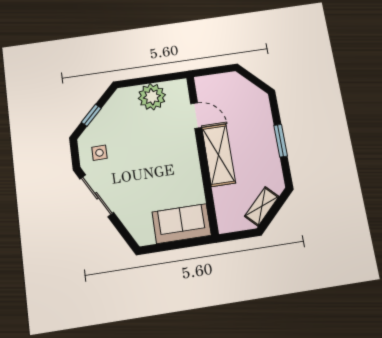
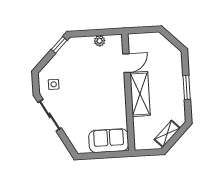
plant: (152, 97) -> (100, 41), width x0.53, depth x0.53
window: (91, 115) -> (59, 45), moved
door: (196, 116) -> (127, 63), hinge flipped

